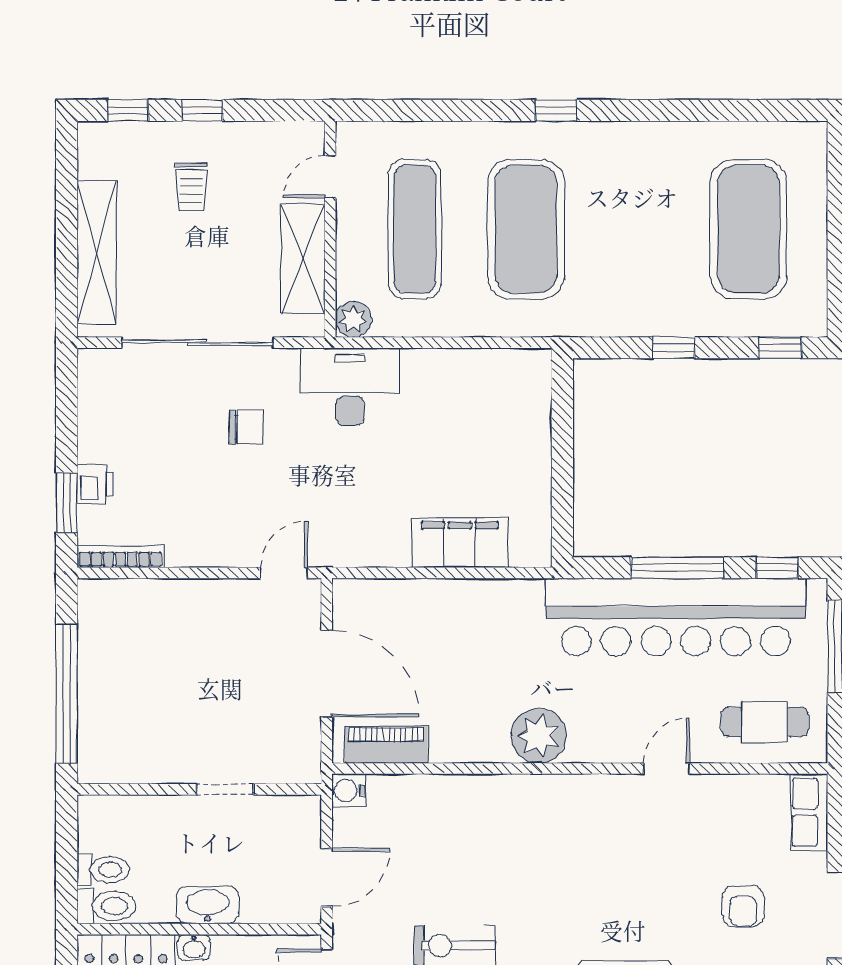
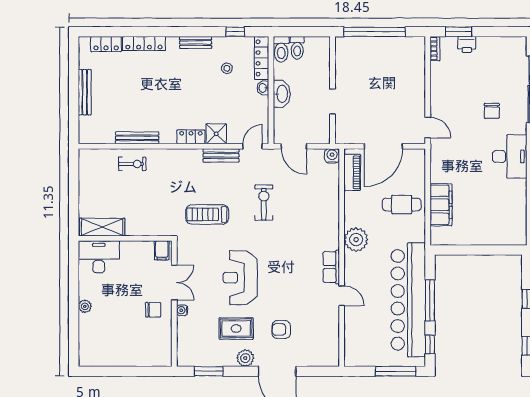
bookcase: (120, 557) -> (435, 49), width x0.64
cafe table: (765, 722) -> (402, 205), moved, turned 90
row of seats: (809, 812) -> (331, 267), moved, turned -90

